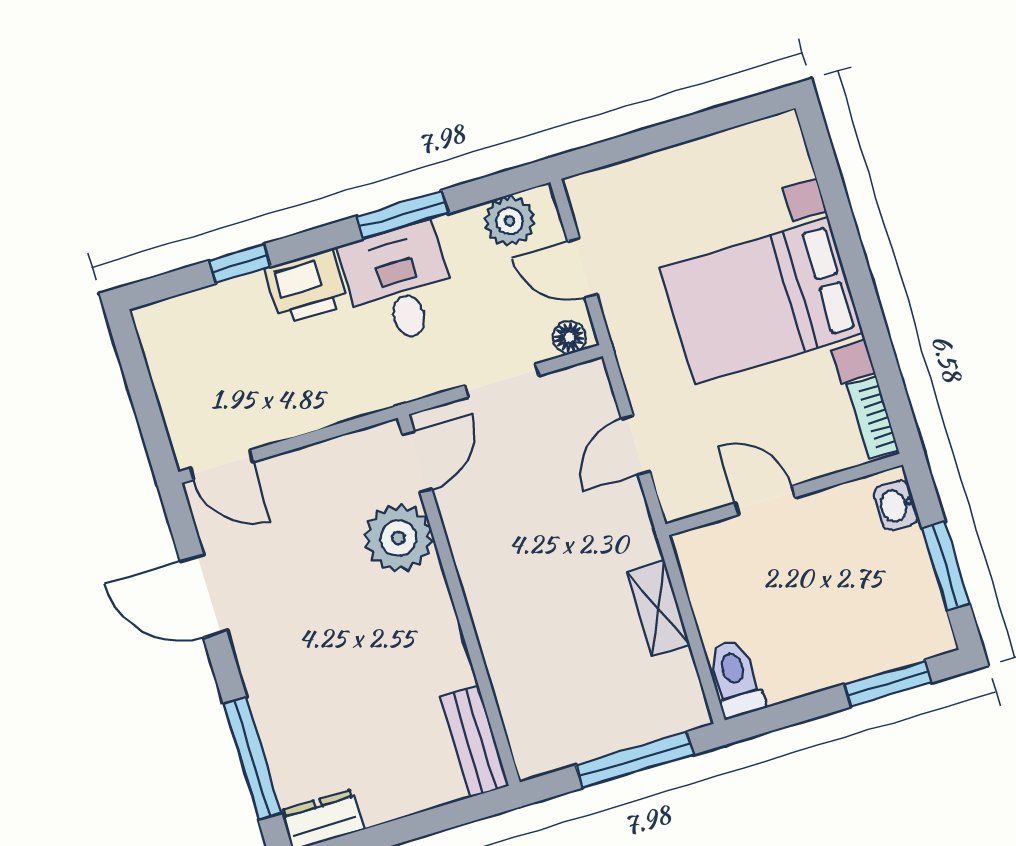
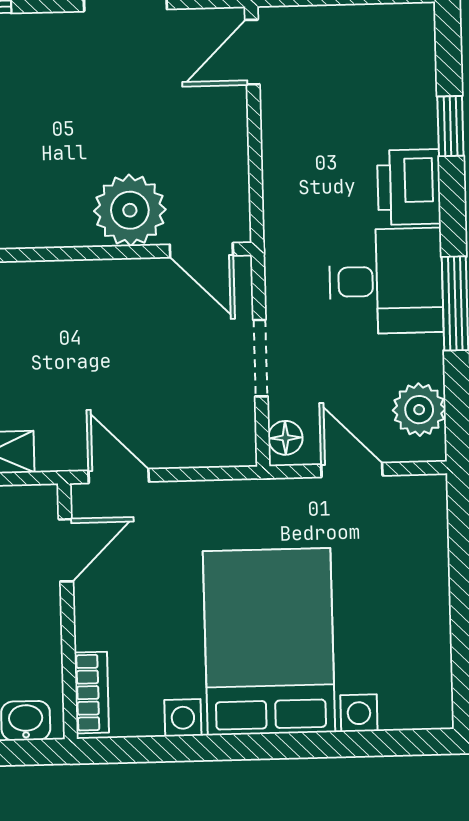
door: (582, 268) -> (352, 470), hinge flipped
bookcase: (873, 418) -> (92, 693), moved, turned 90
door: (636, 445) -> (119, 476), moved
door: (765, 500) -> (66, 550), moved

